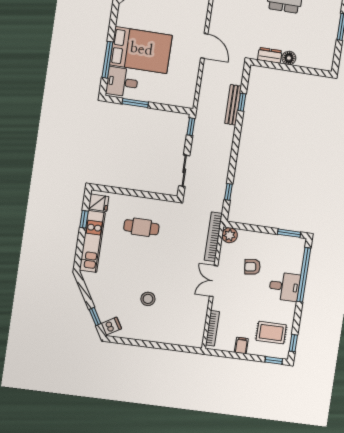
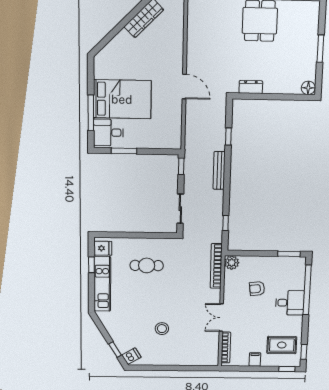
floor lamp: (289, 58) -> (308, 88), moved
bench: (233, 105) -> (219, 170), moved
double door: (214, 281) -> (221, 318), moved

